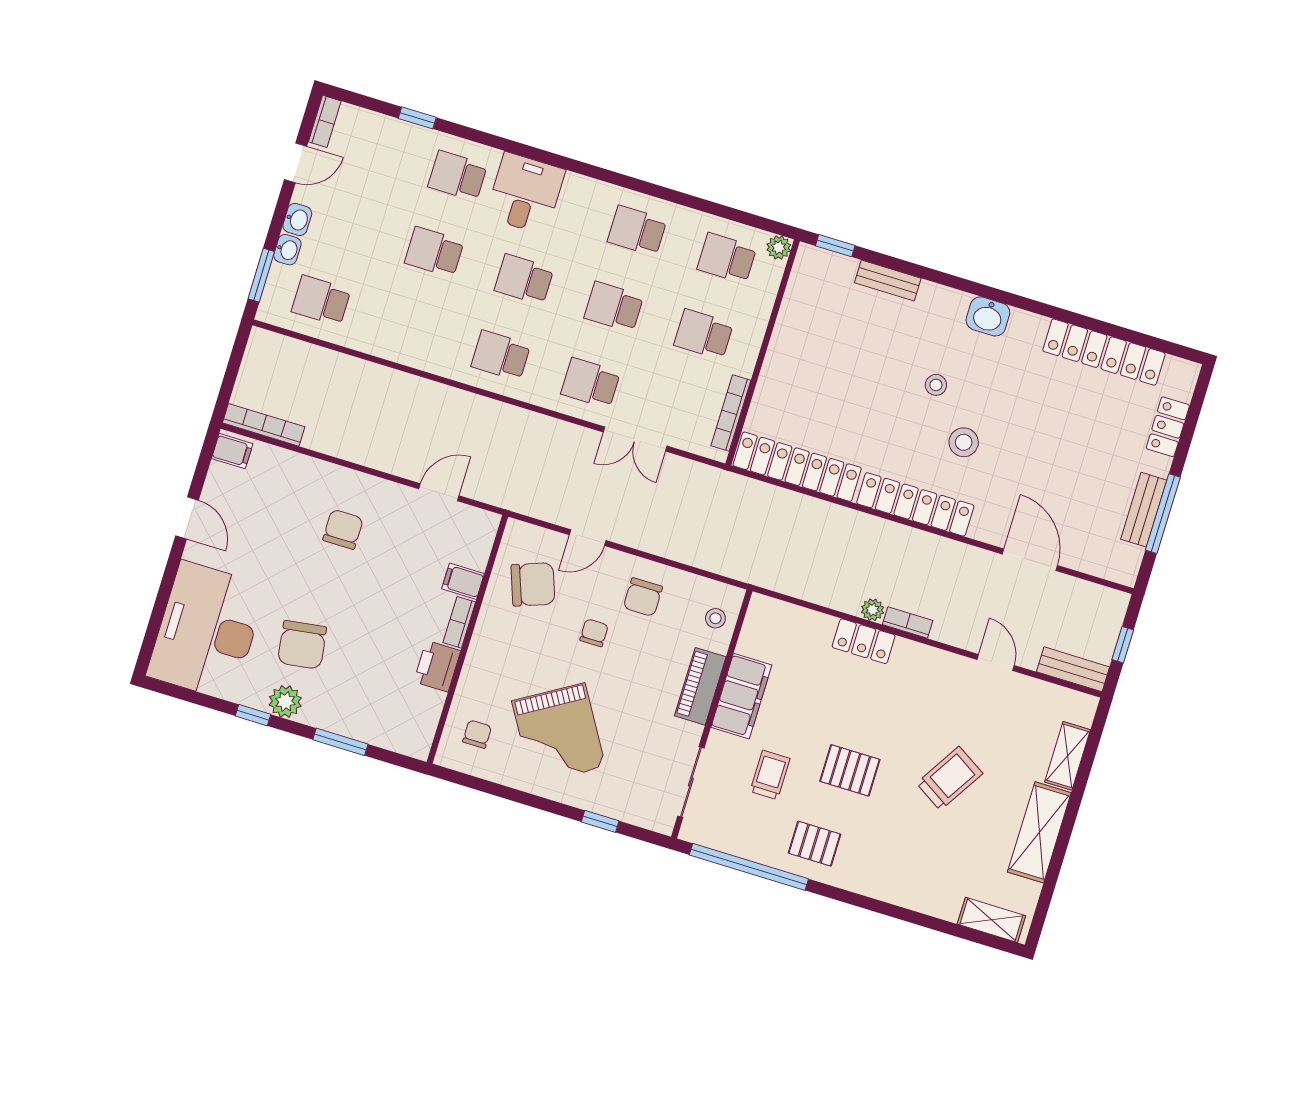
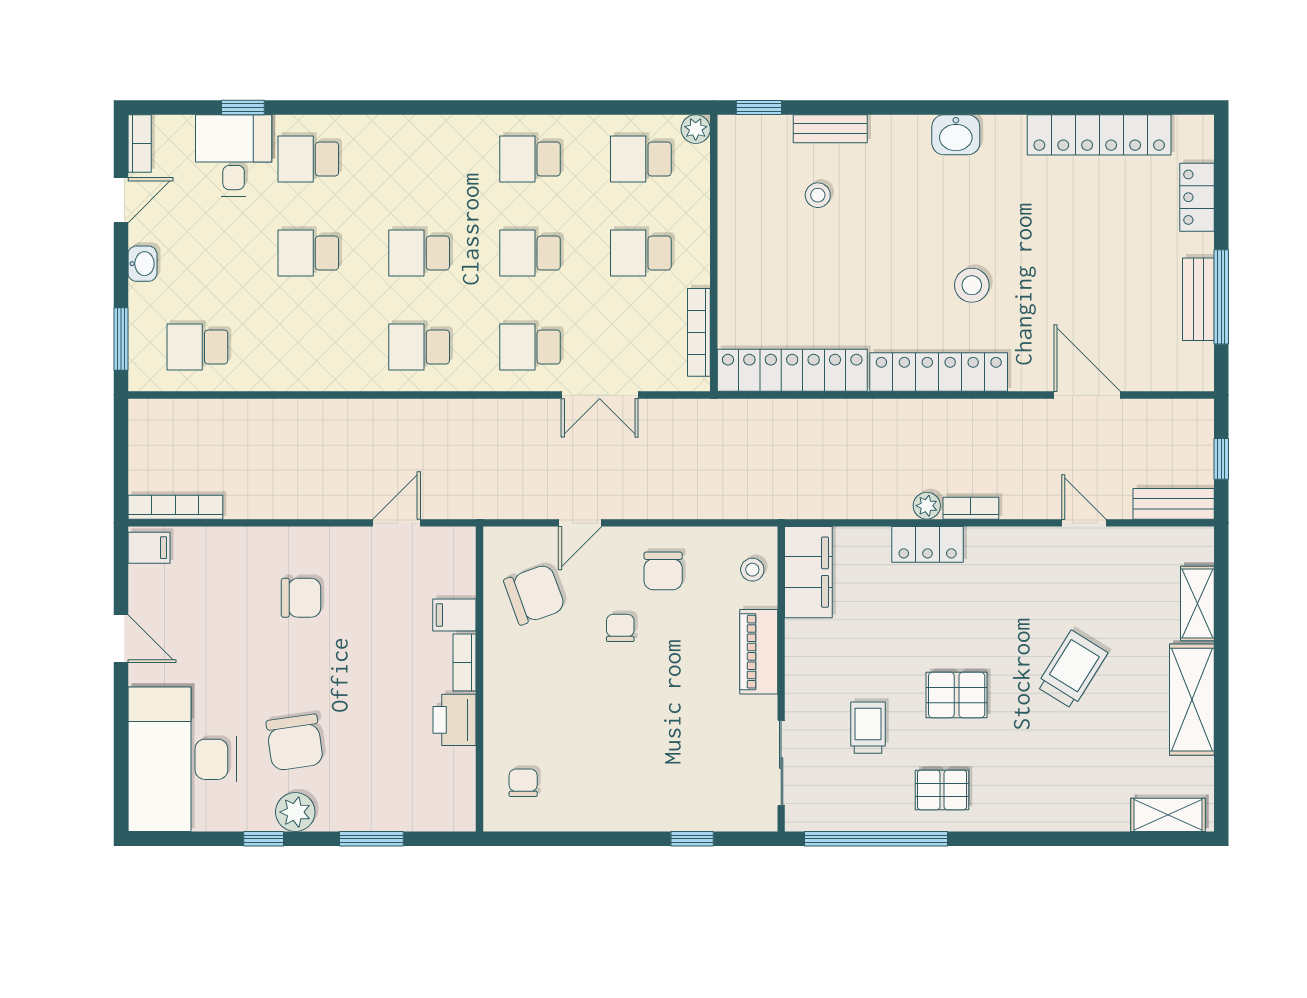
desk: (525, 193) -> (234, 155), moved
washbasin: (287, 250) -> (142, 301), removed
stool: (936, 385) -> (818, 195), moved
chair: (343, 529) -> (301, 598), turned 90
filing cabinet: (741, 696) -> (808, 572), moved
grand piano: (559, 734) -> (615, 754), removed

